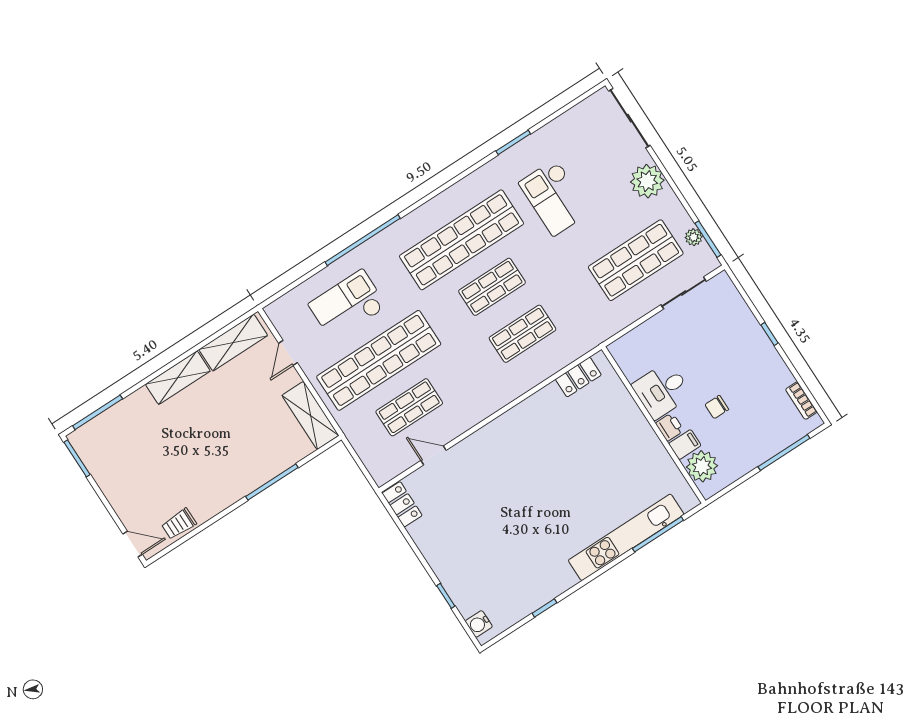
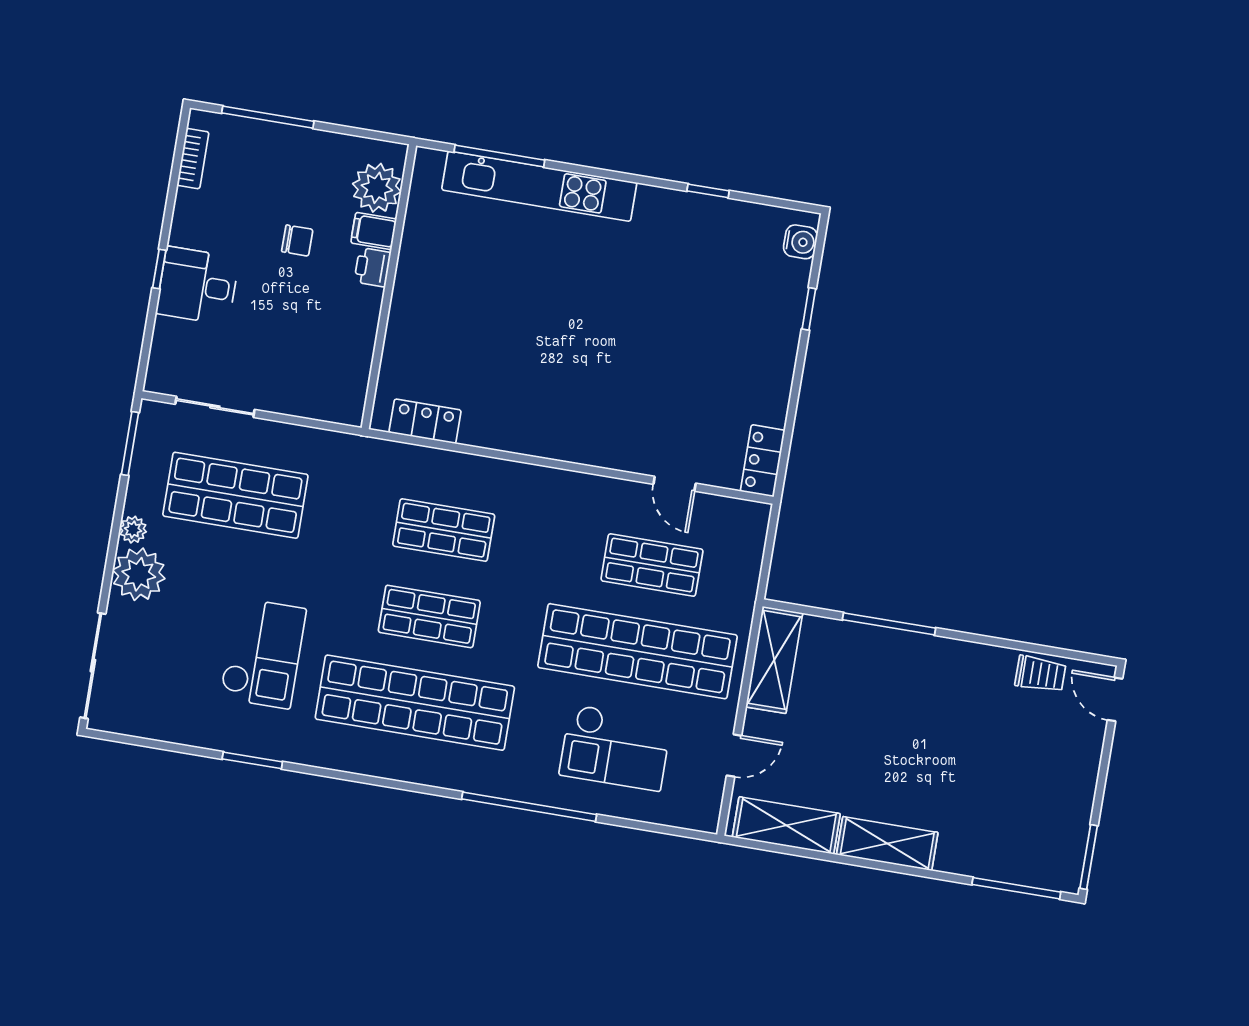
plant: (694, 237) -> (133, 530), moved
desk: (662, 390) -> (198, 286), moved, turned 180

